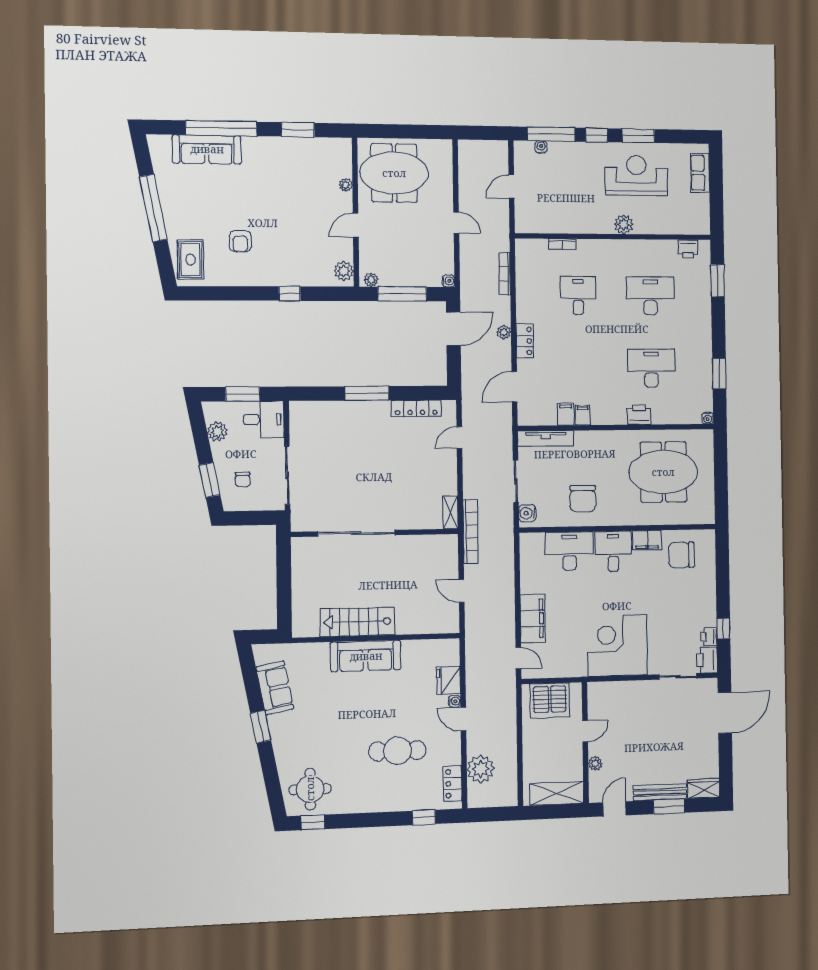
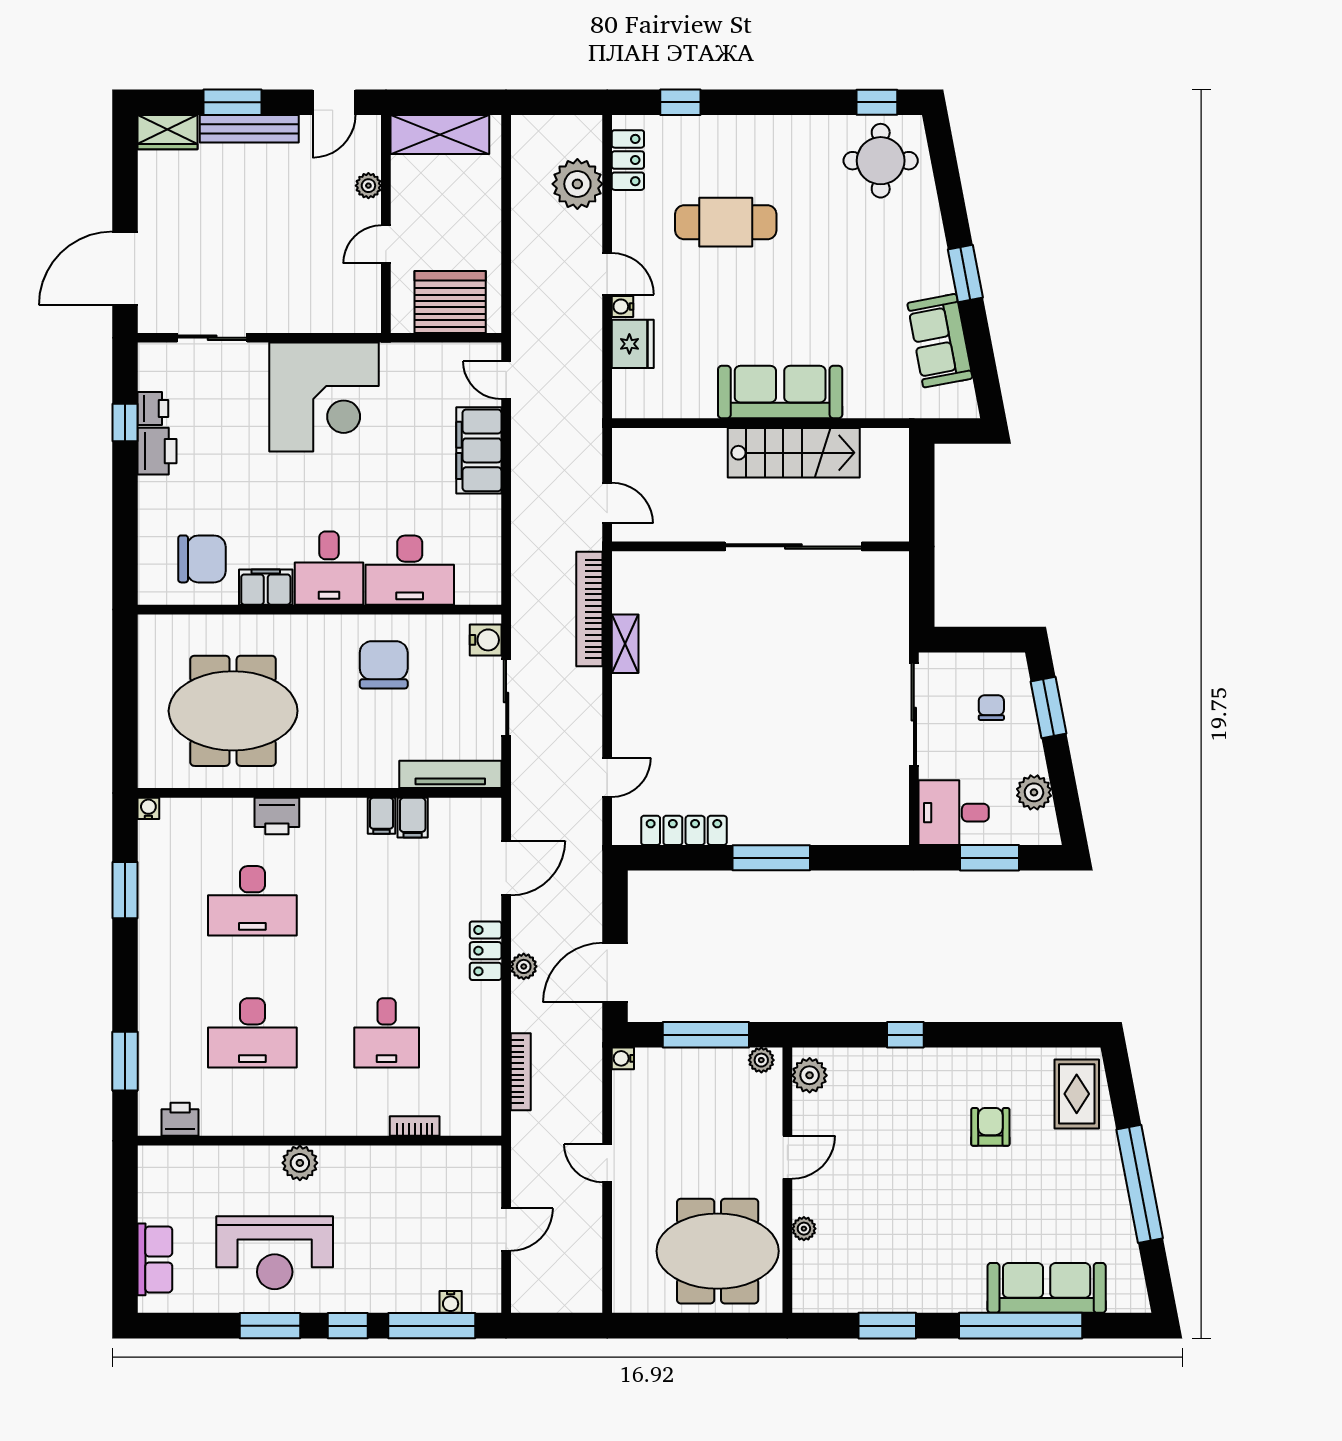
sliding door: (356, 533) -> (793, 546), moved
wall: (375, 533) -> (760, 546), moved
printer: (707, 660) -> (157, 451), moved

